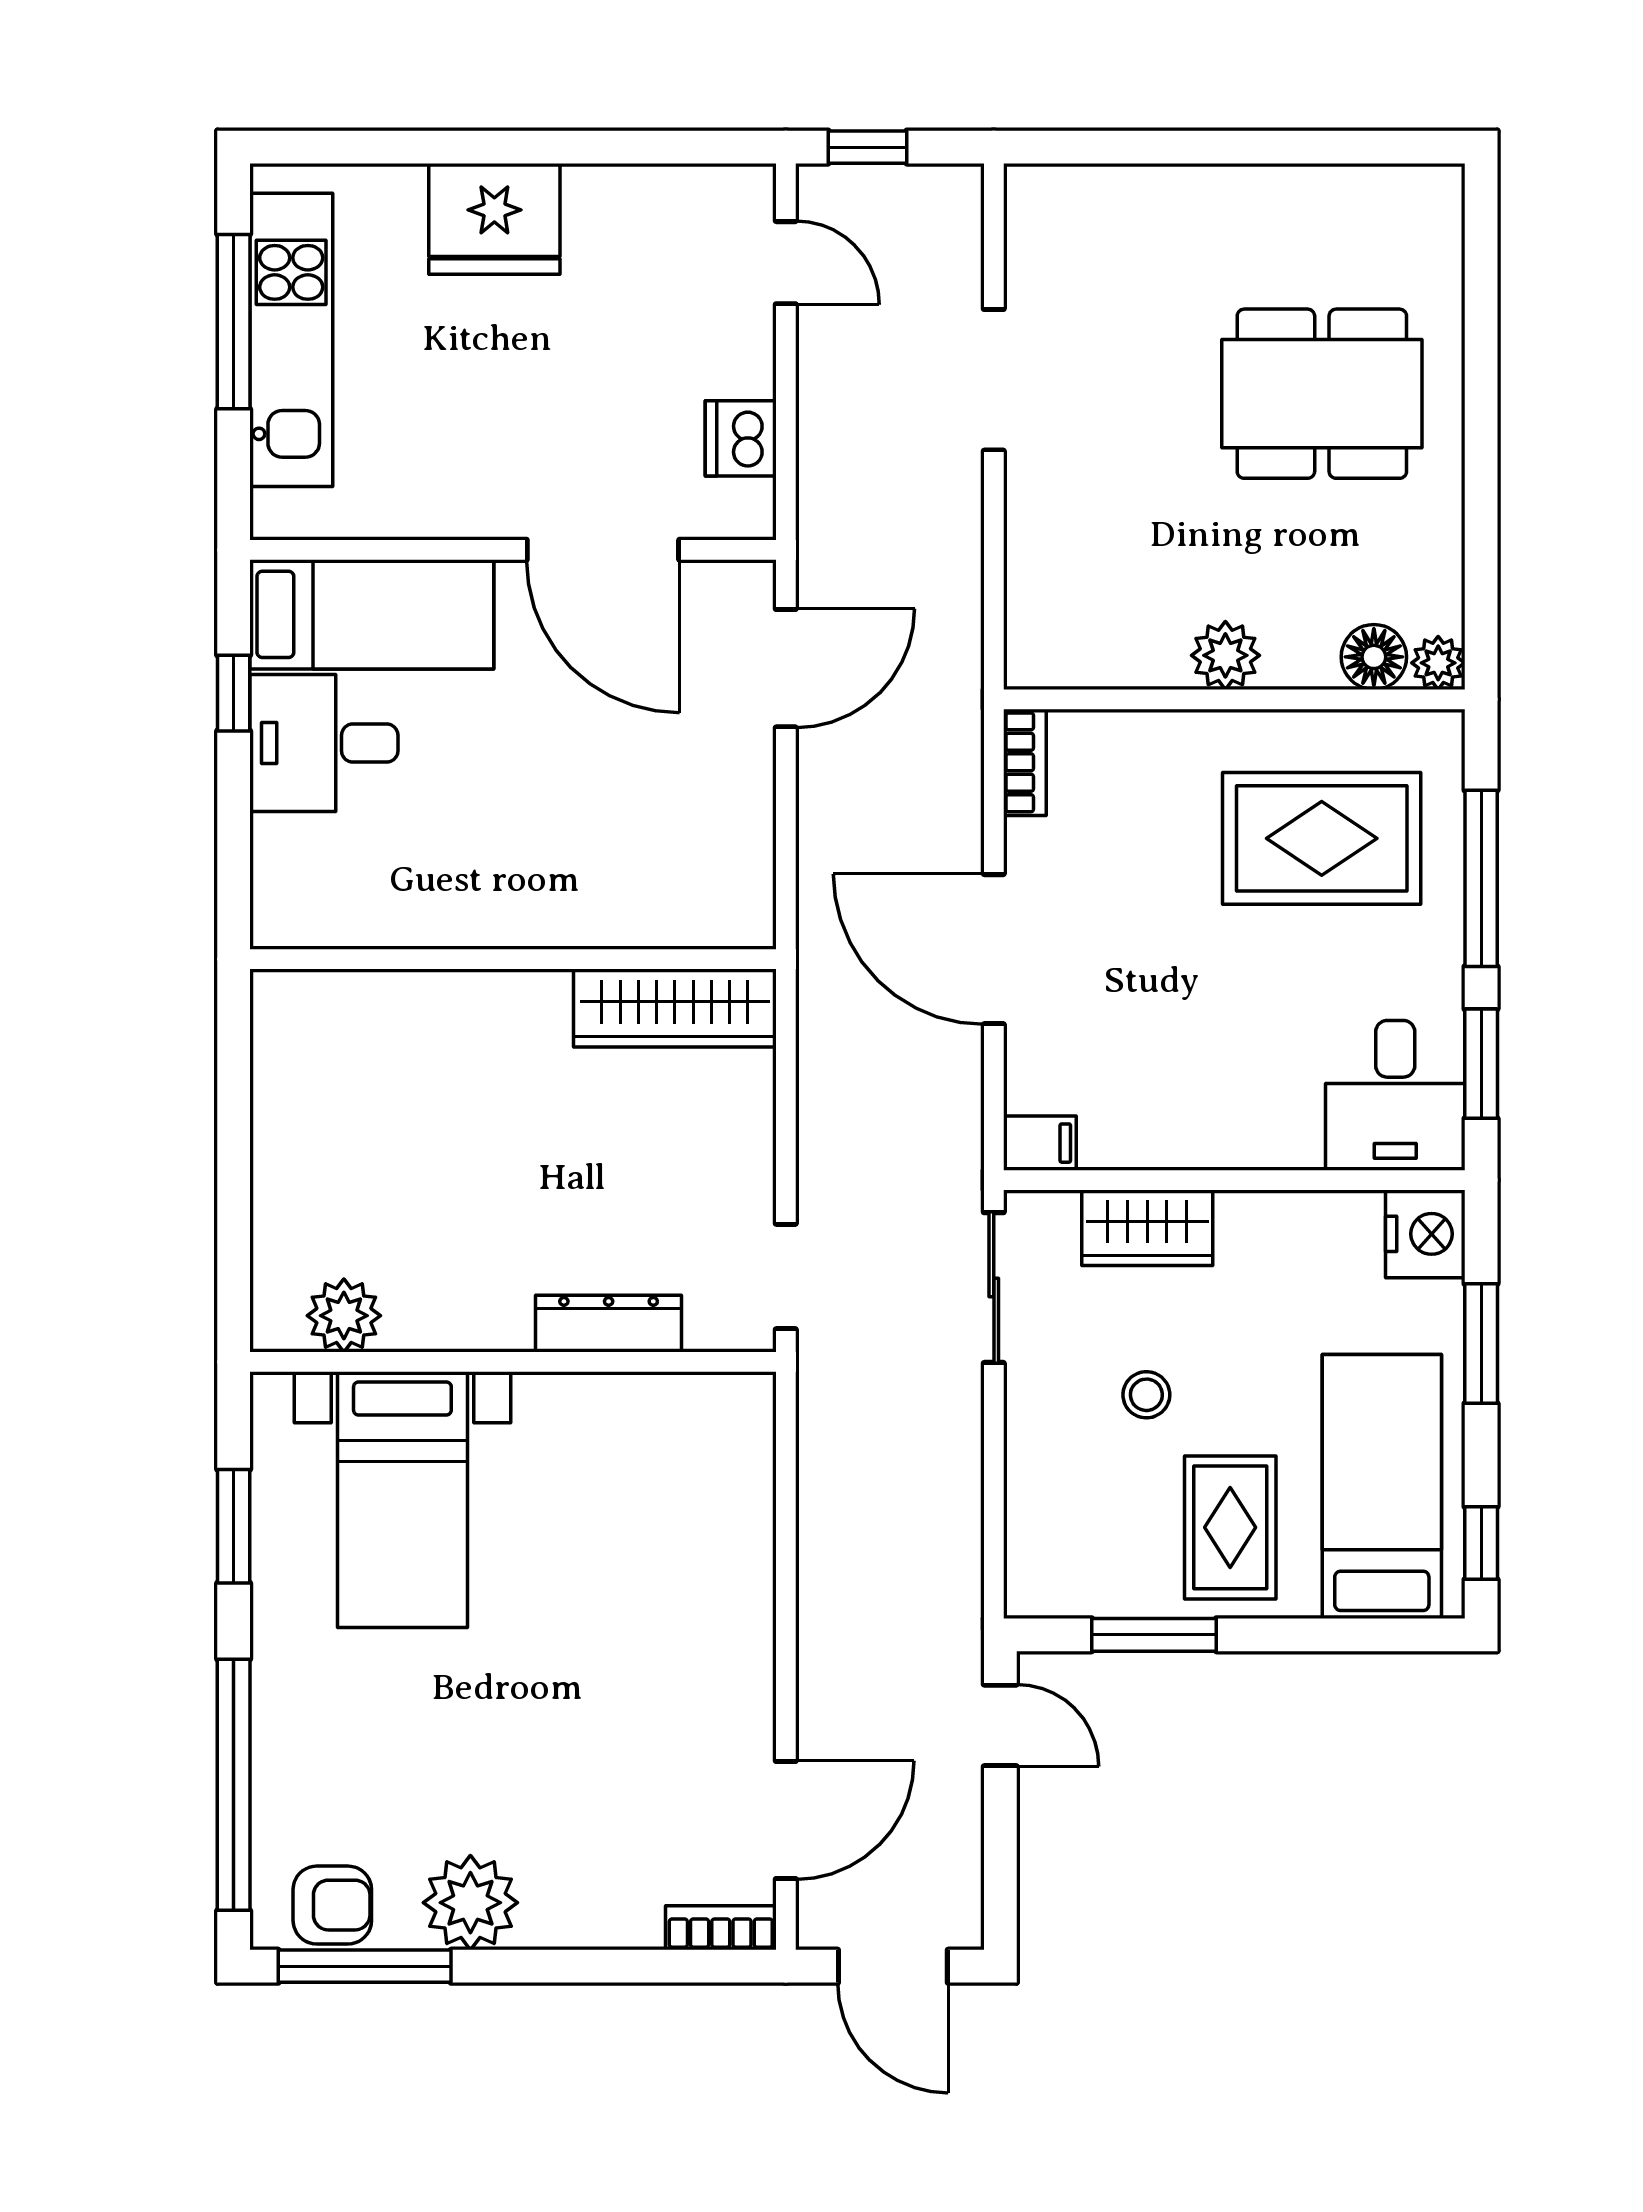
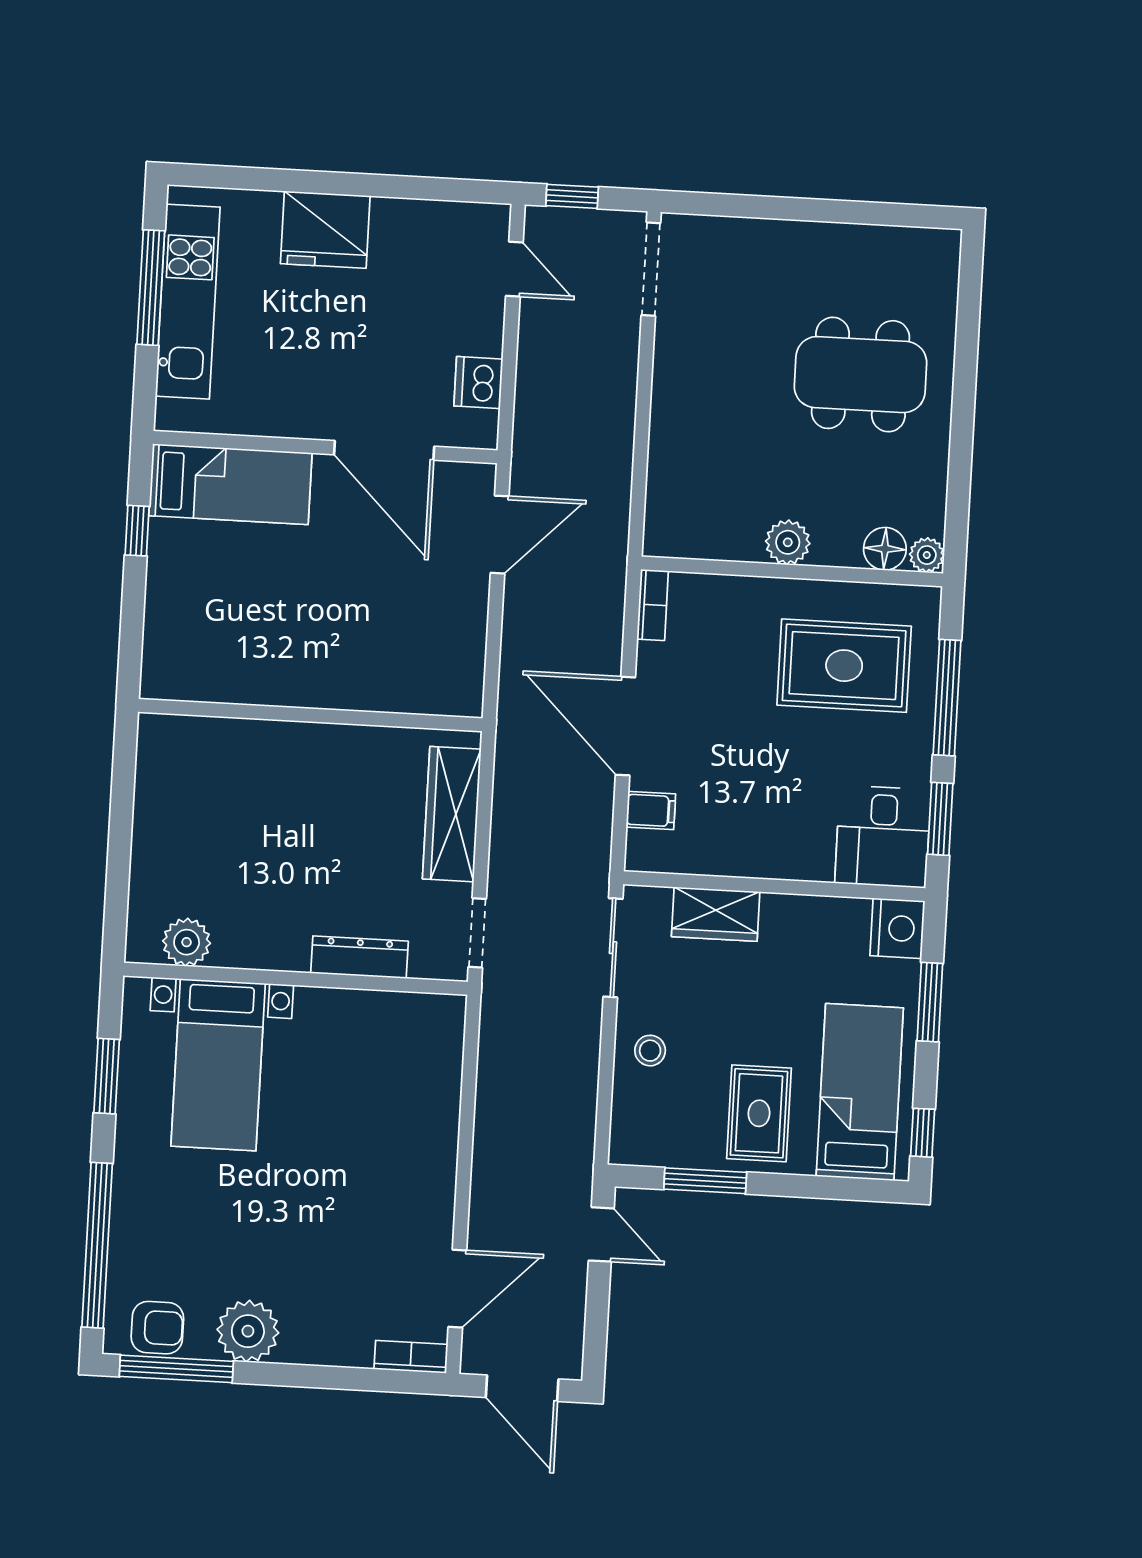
doorway: (994, 380) -> (651, 269), moved
desk: (324, 743) -> (194, 567), removed
wardrobe: (675, 1008) -> (452, 814), moved, turned 90
filing cabinet: (1040, 1143) -> (651, 810), moved
stool: (1146, 1395) -> (650, 1051), moved

